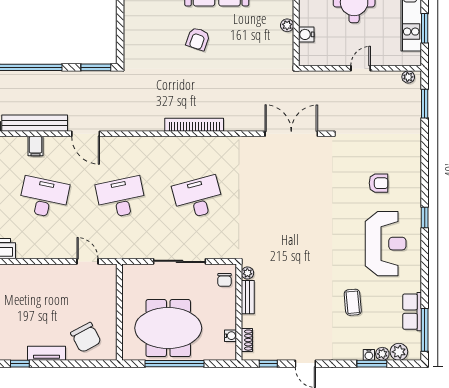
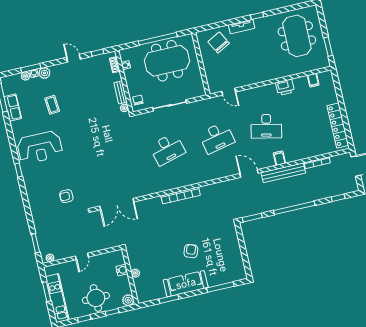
armchair: (379, 183) -> (66, 196), moved
reception desk: (386, 244) -> (40, 147), turned -90
plant: (399, 352) -> (44, 73), moved

